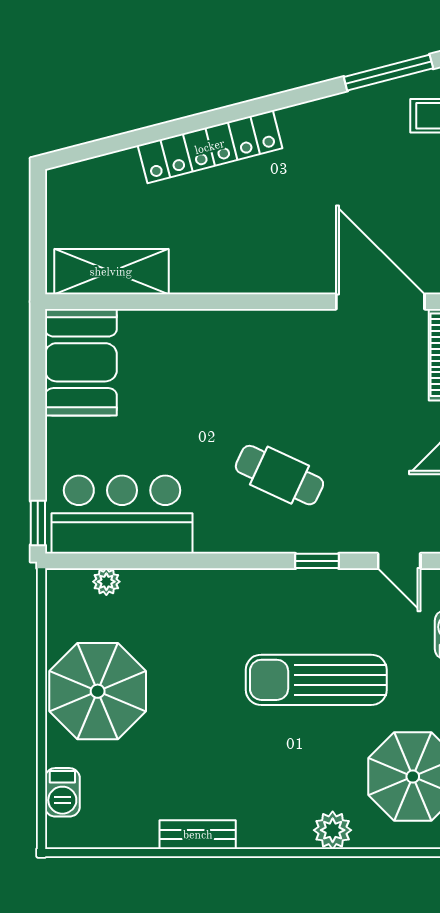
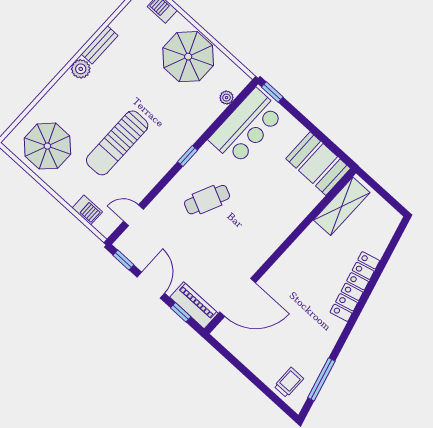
window: (317, 561) -> (188, 156), moved
sun lounger: (316, 680) -> (117, 143), turned 180
plant: (333, 830) -> (81, 69), moved

